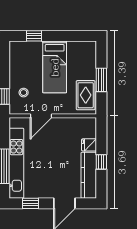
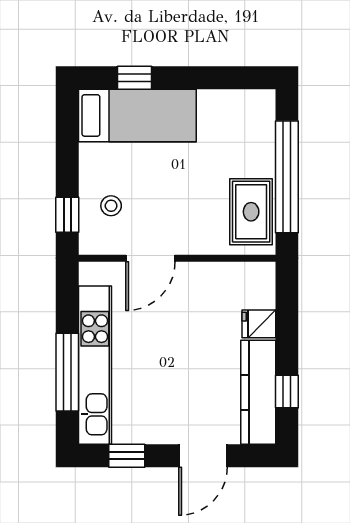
bed: (55, 67) -> (137, 115), moved, turned -90
window: (101, 80) -> (287, 177), width x2.11
window: (101, 162) -> (287, 391), moved

